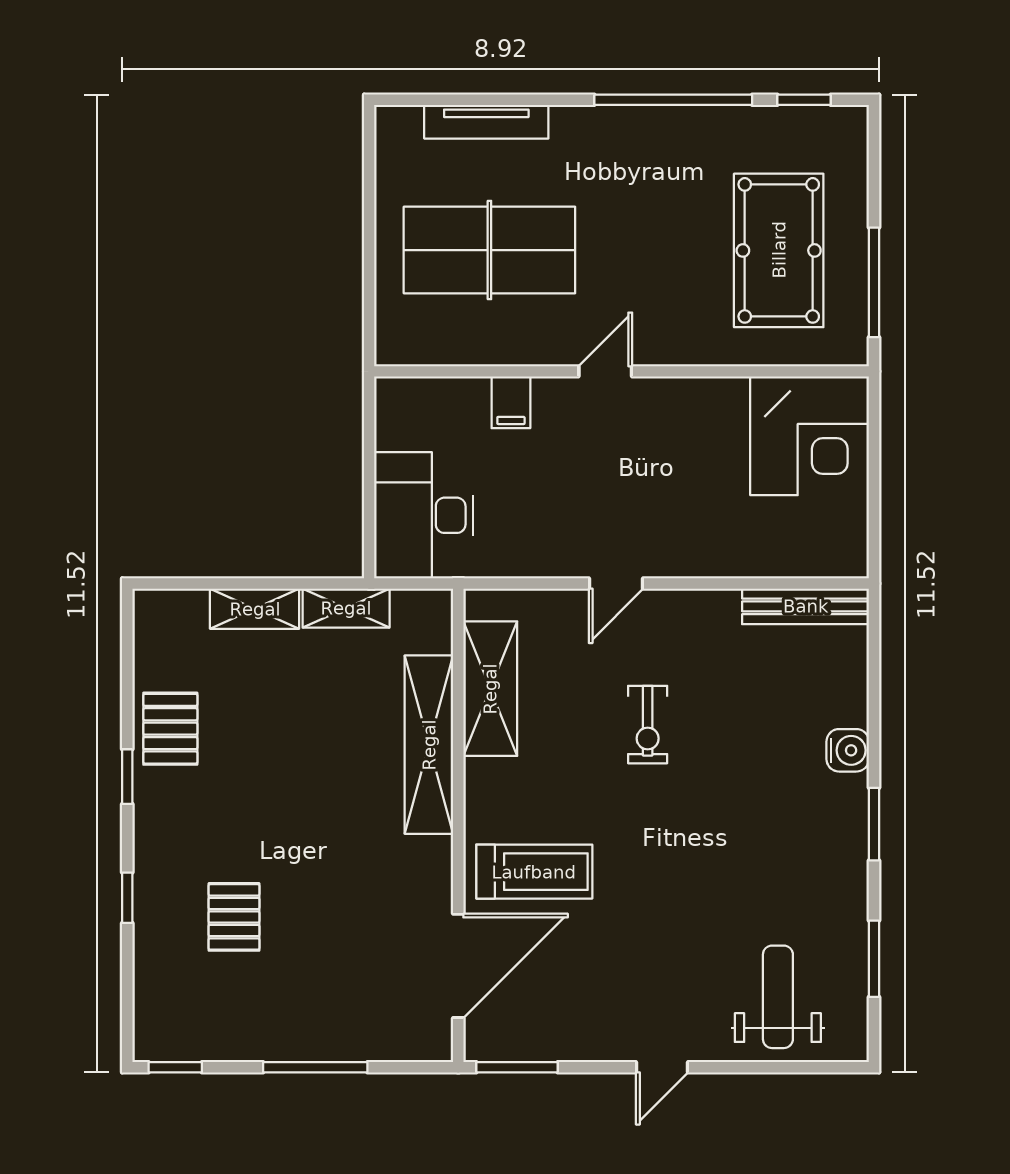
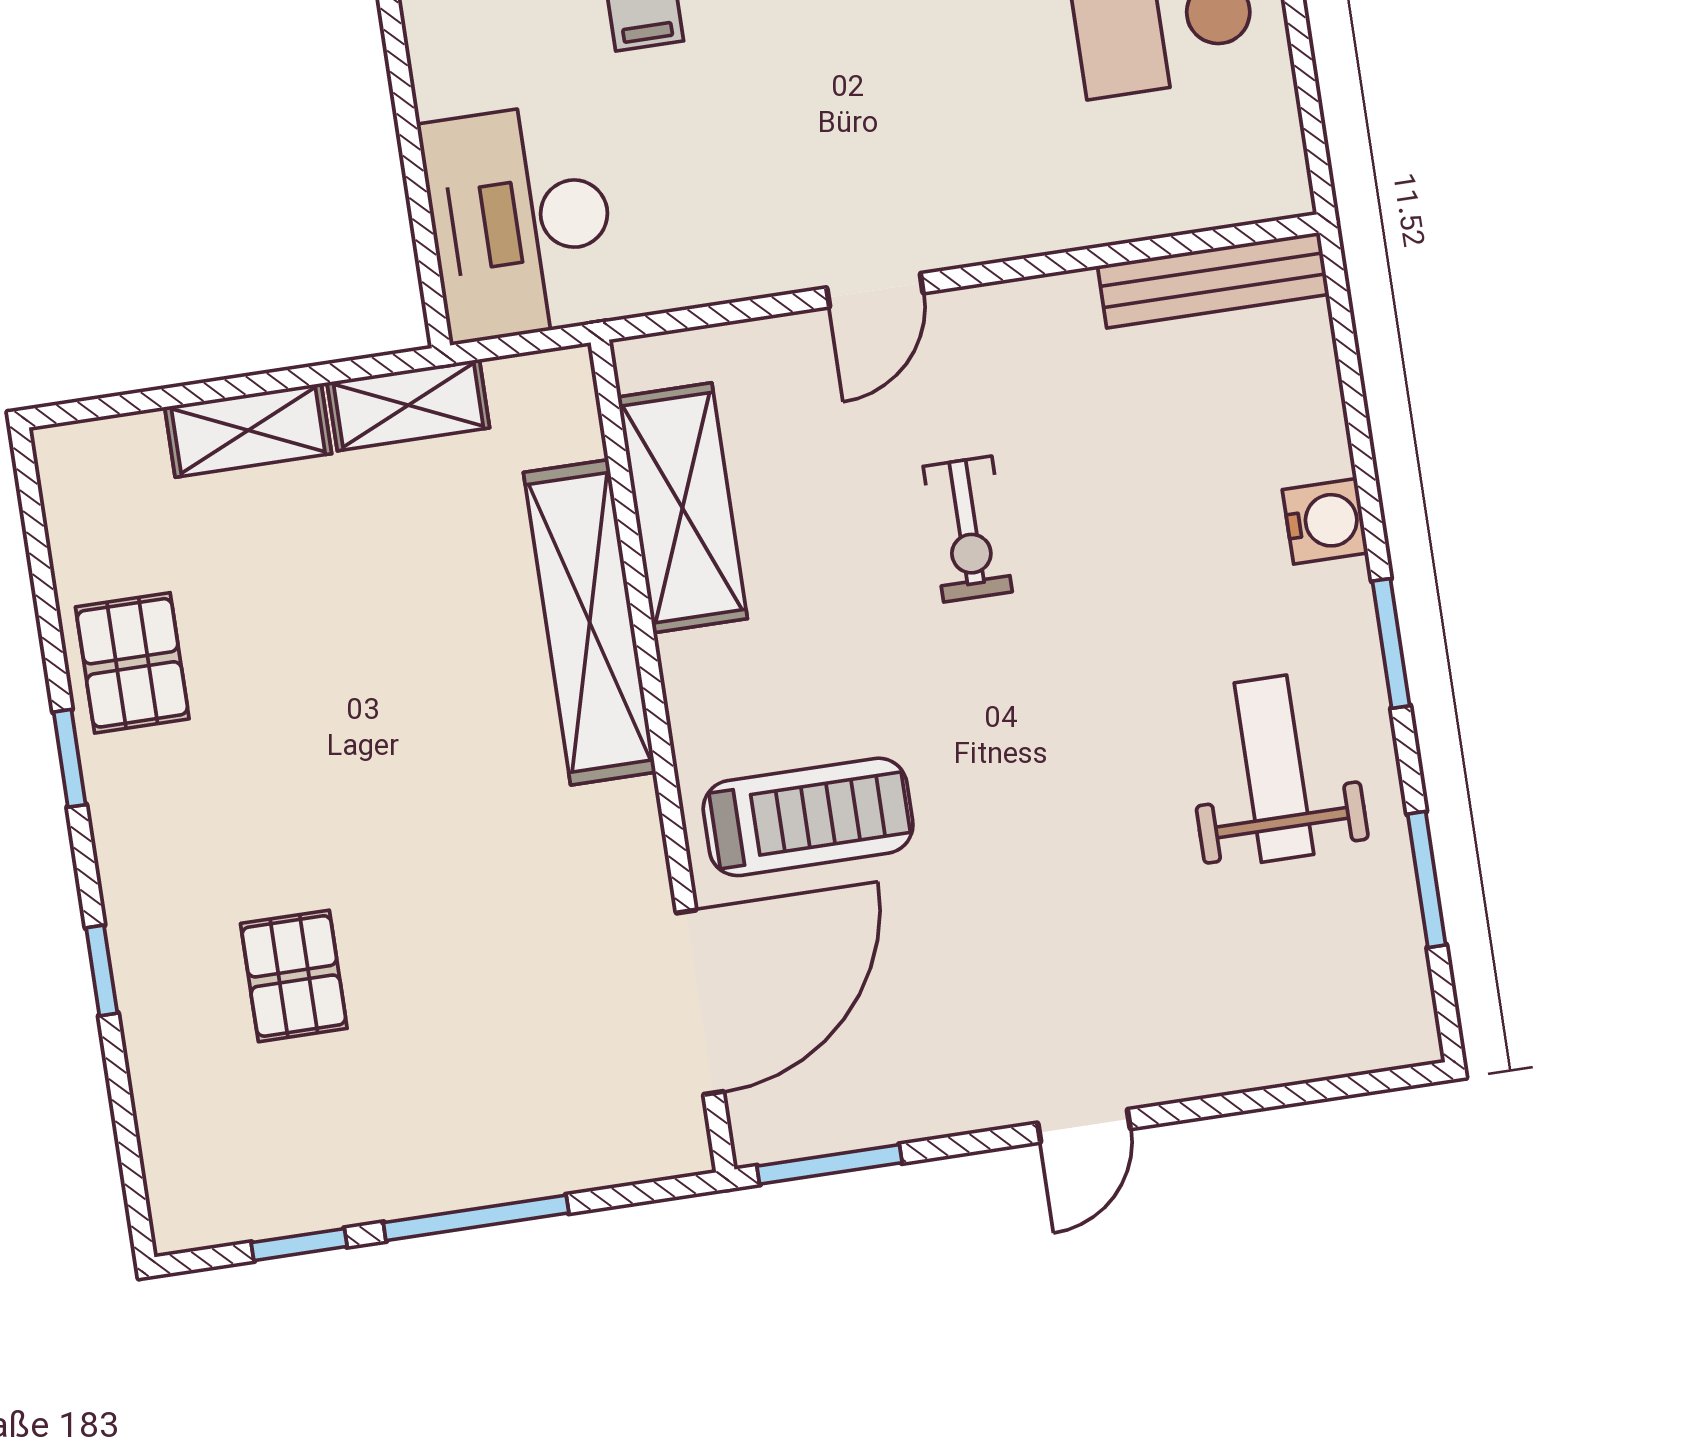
weight bench: (778, 997) -> (1274, 769), moved
window: (175, 1067) -> (299, 1245), moved

